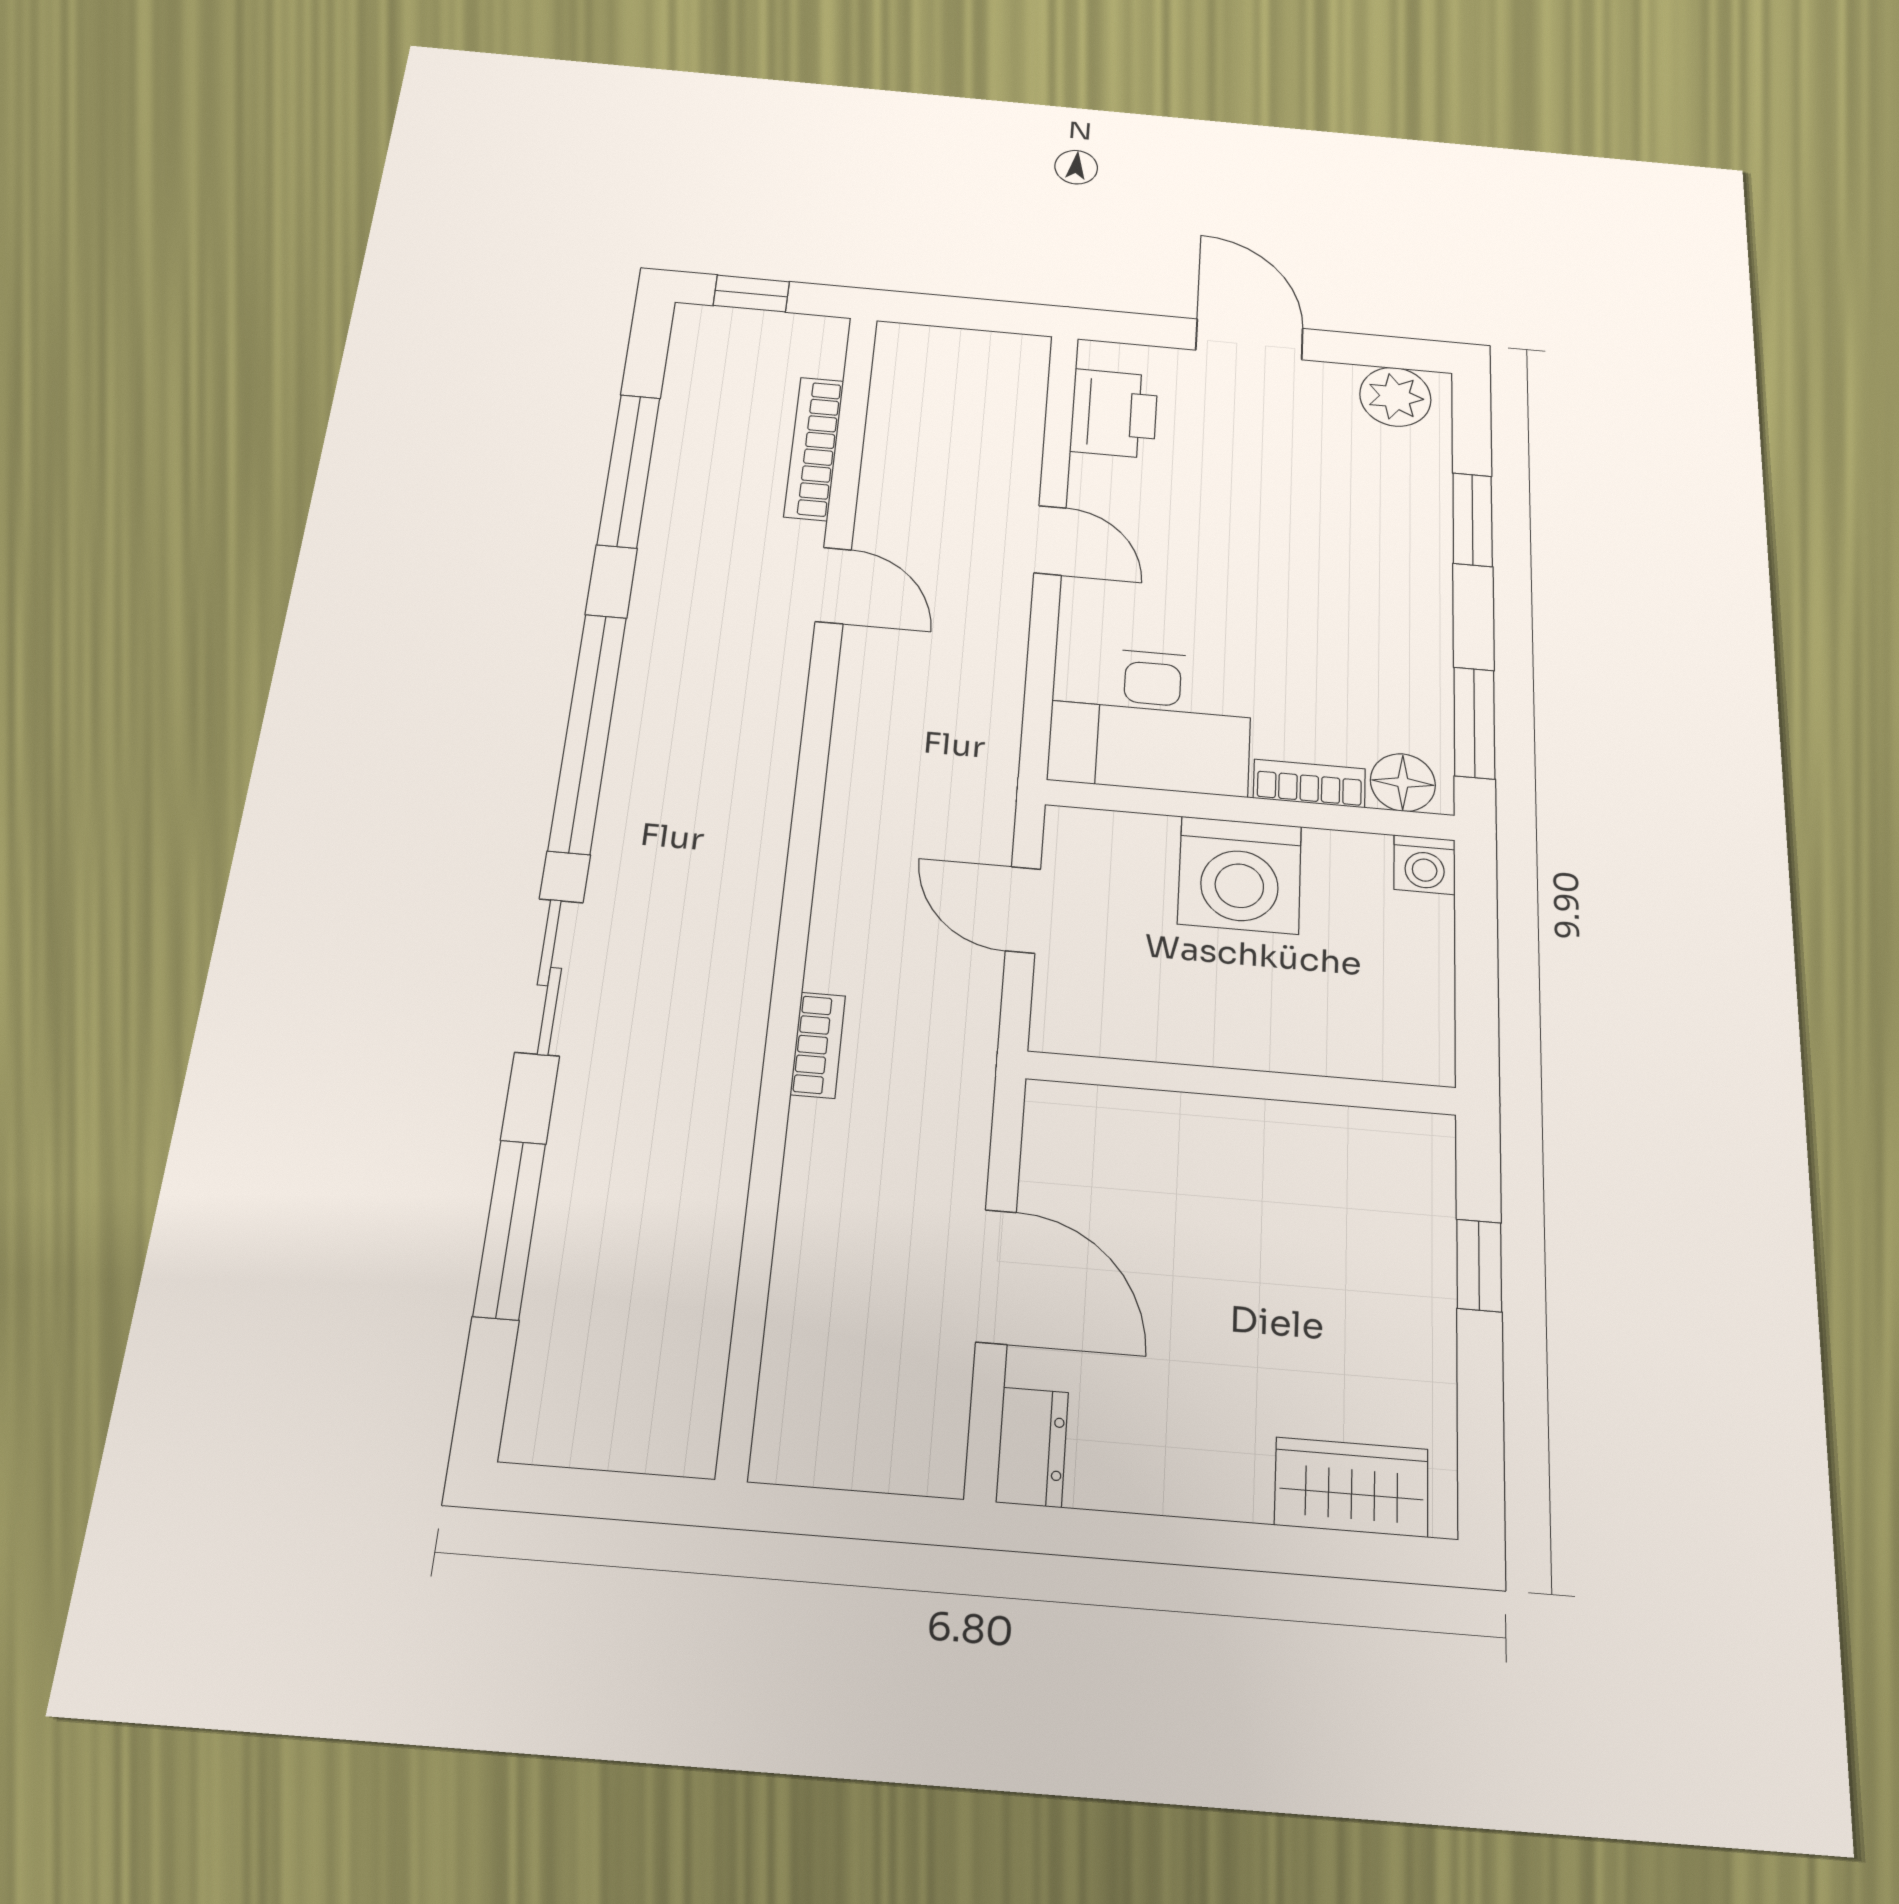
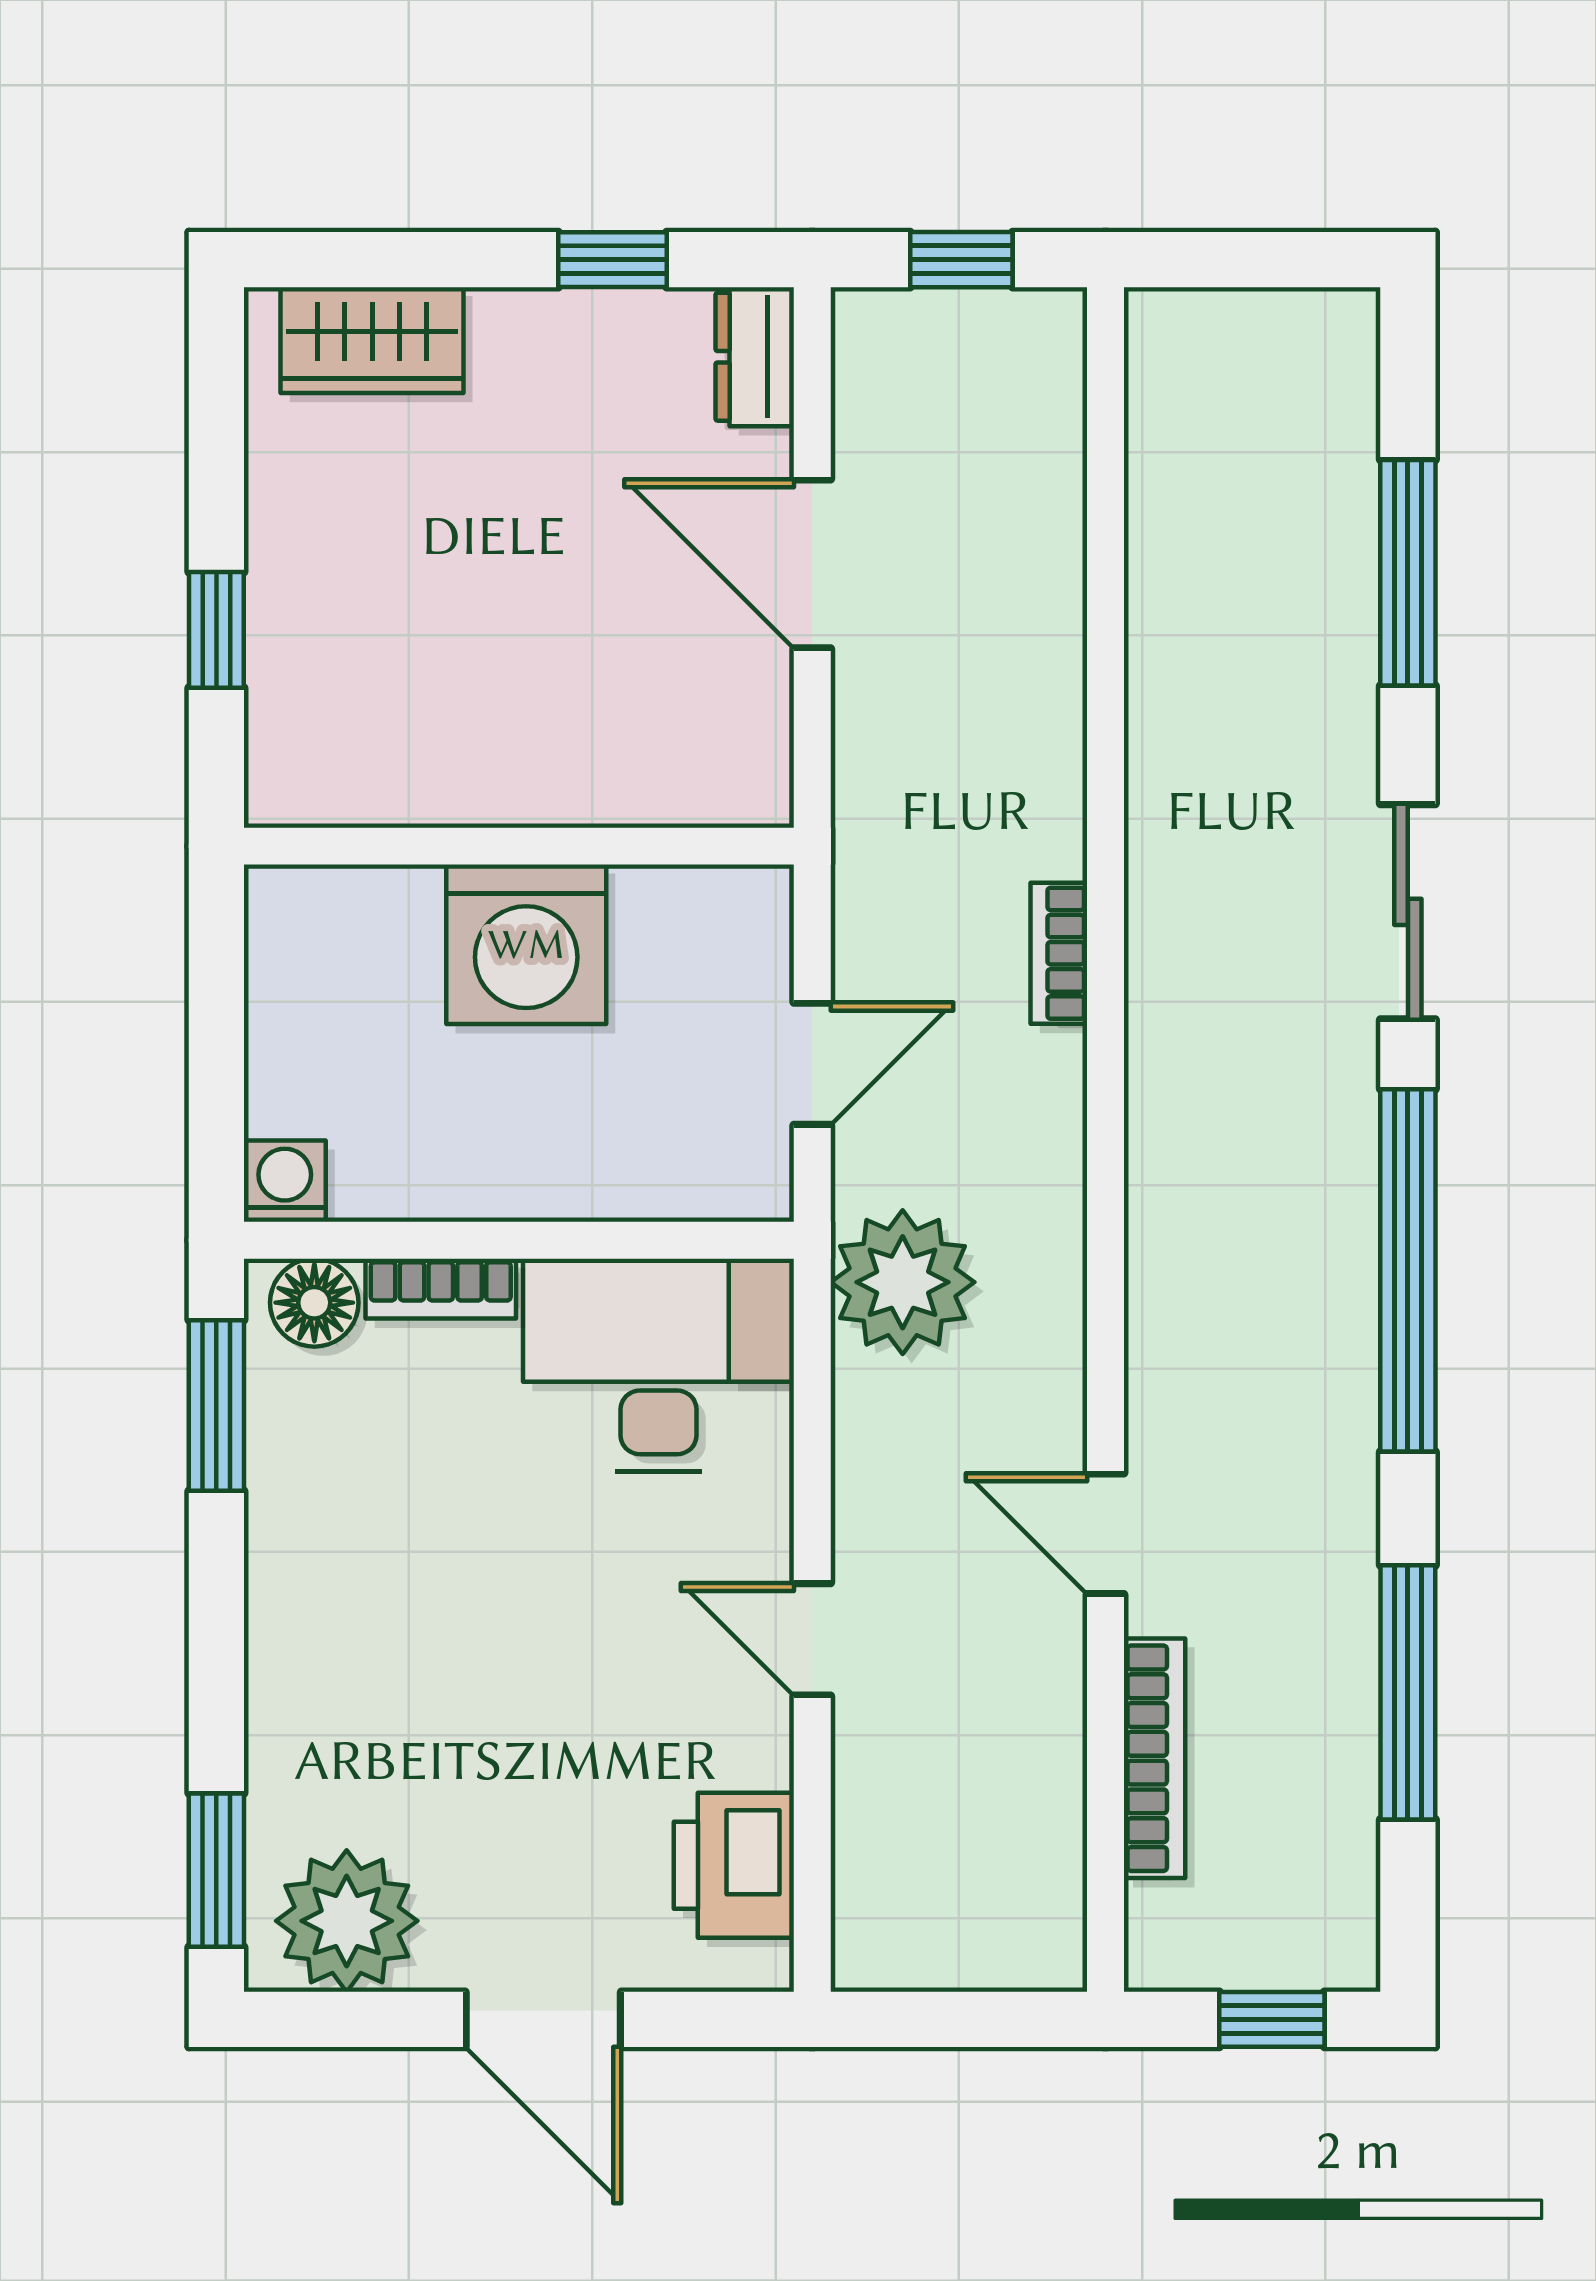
plant: (1395, 397) -> (347, 1921), width x1.36, depth x1.36
window: (1472, 520) -> (216, 1870), moved
plant: (966, 758) -> (903, 1282), added
washing machine: (1240, 875) -> (526, 944), moved, turned 180
door: (1023, 910) -> (812, 1064), hinge flipped
bookcase: (818, 1045) -> (1059, 953), moved
window: (851, 1514) -> (961, 260), added
window: (1147, 1538) -> (613, 260), added

